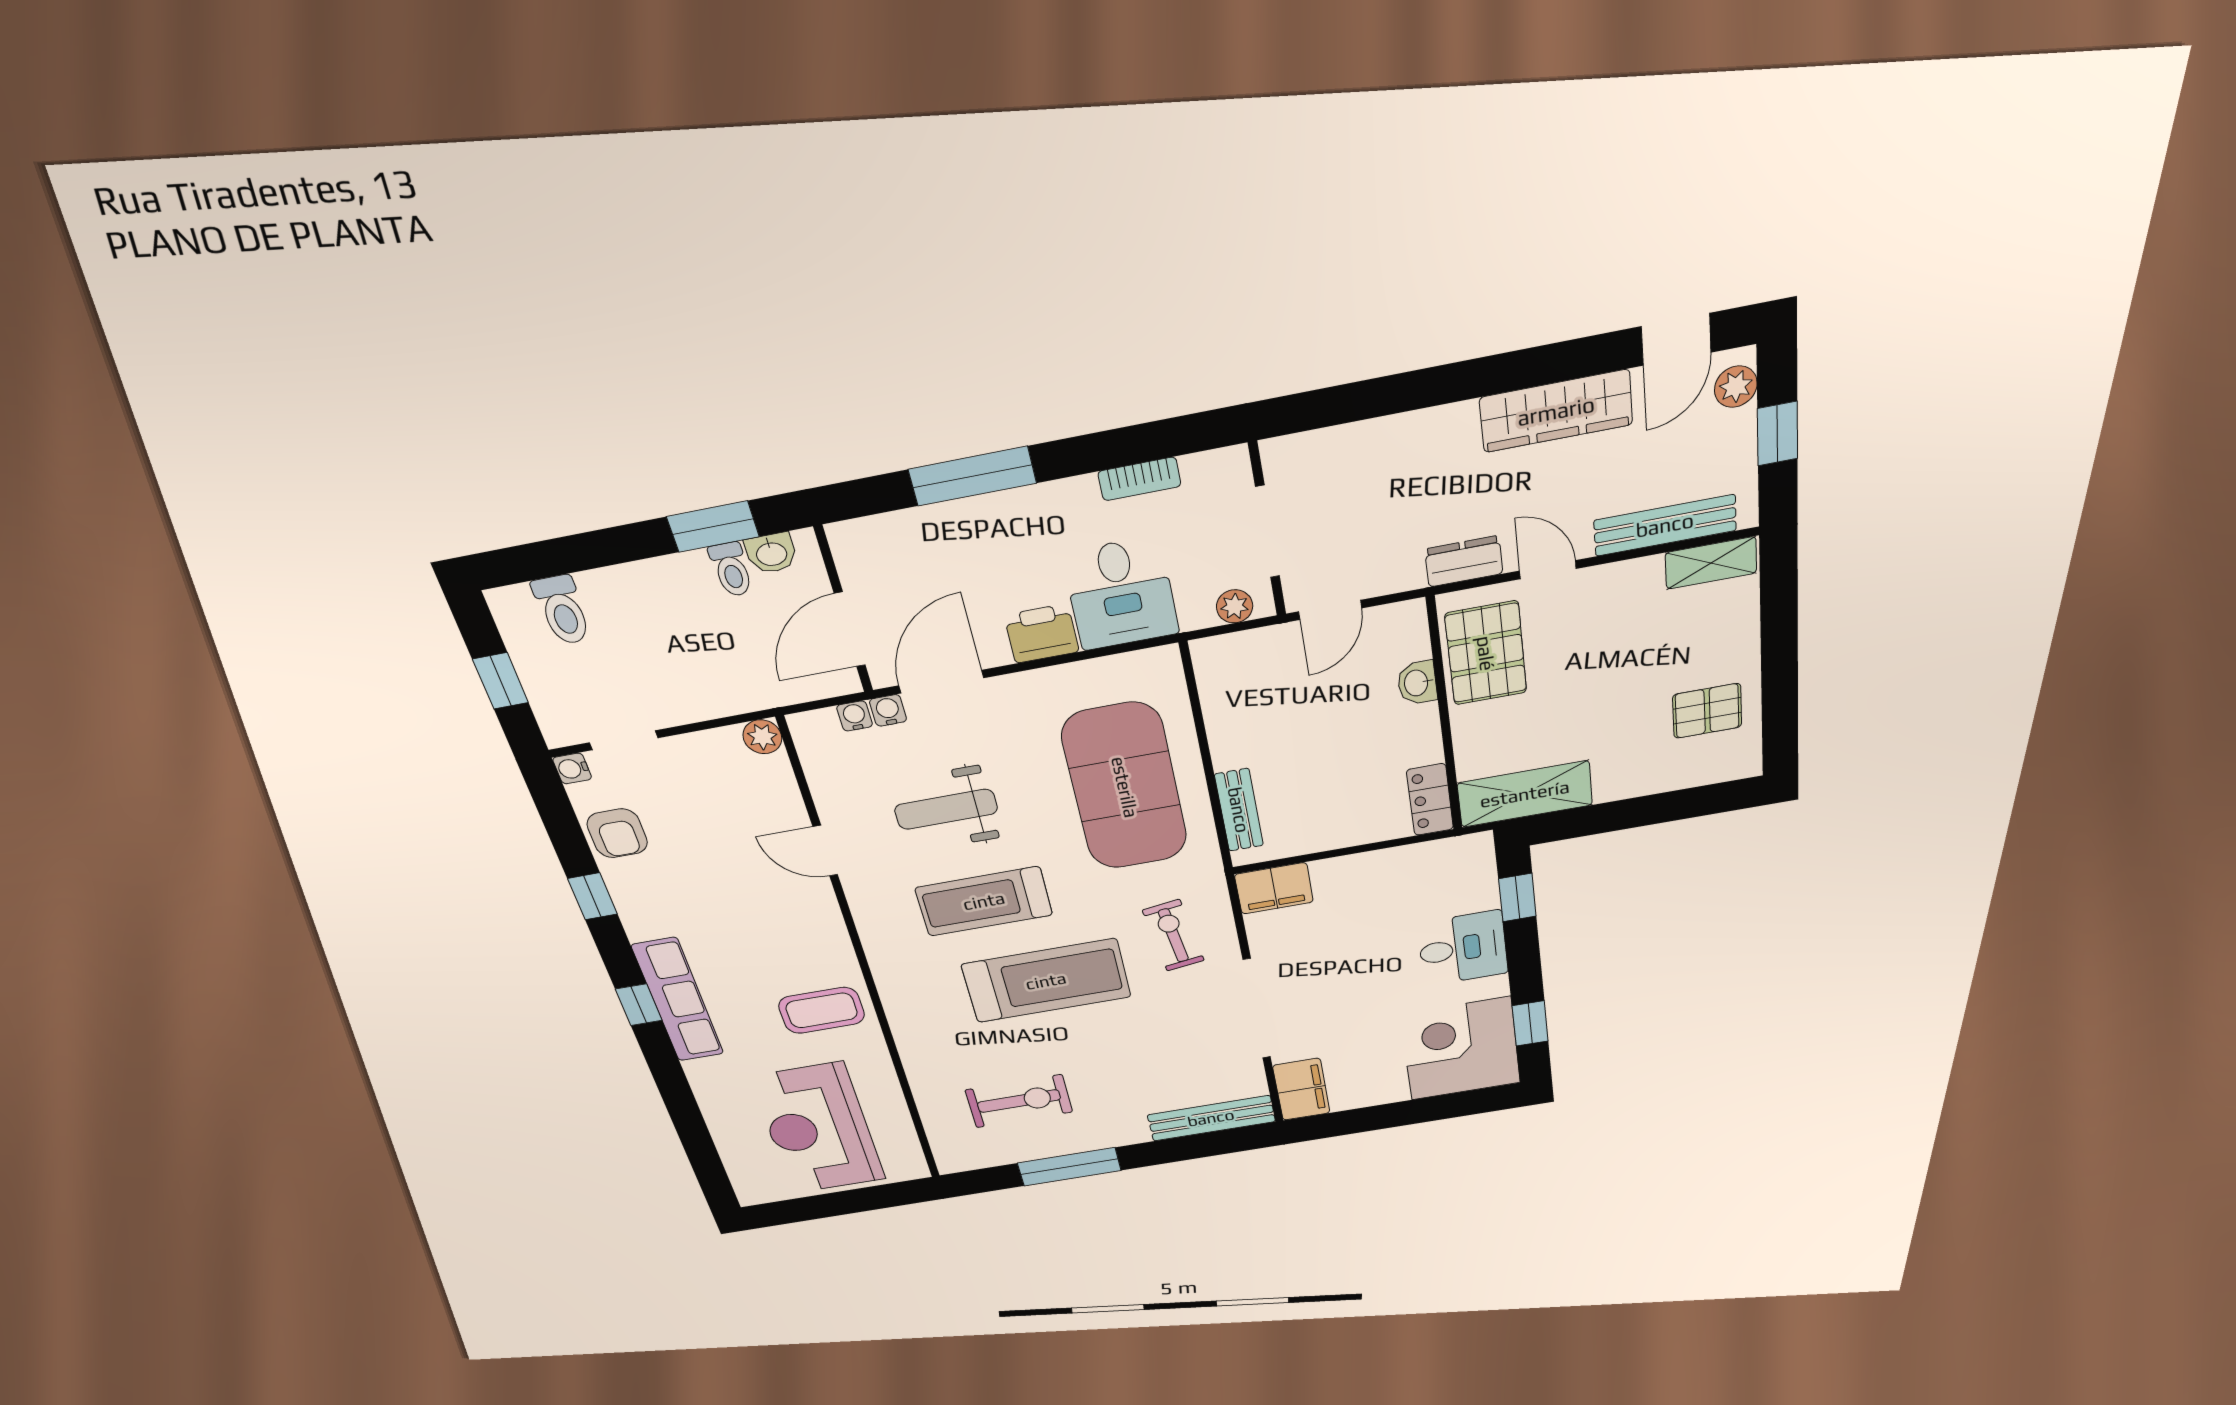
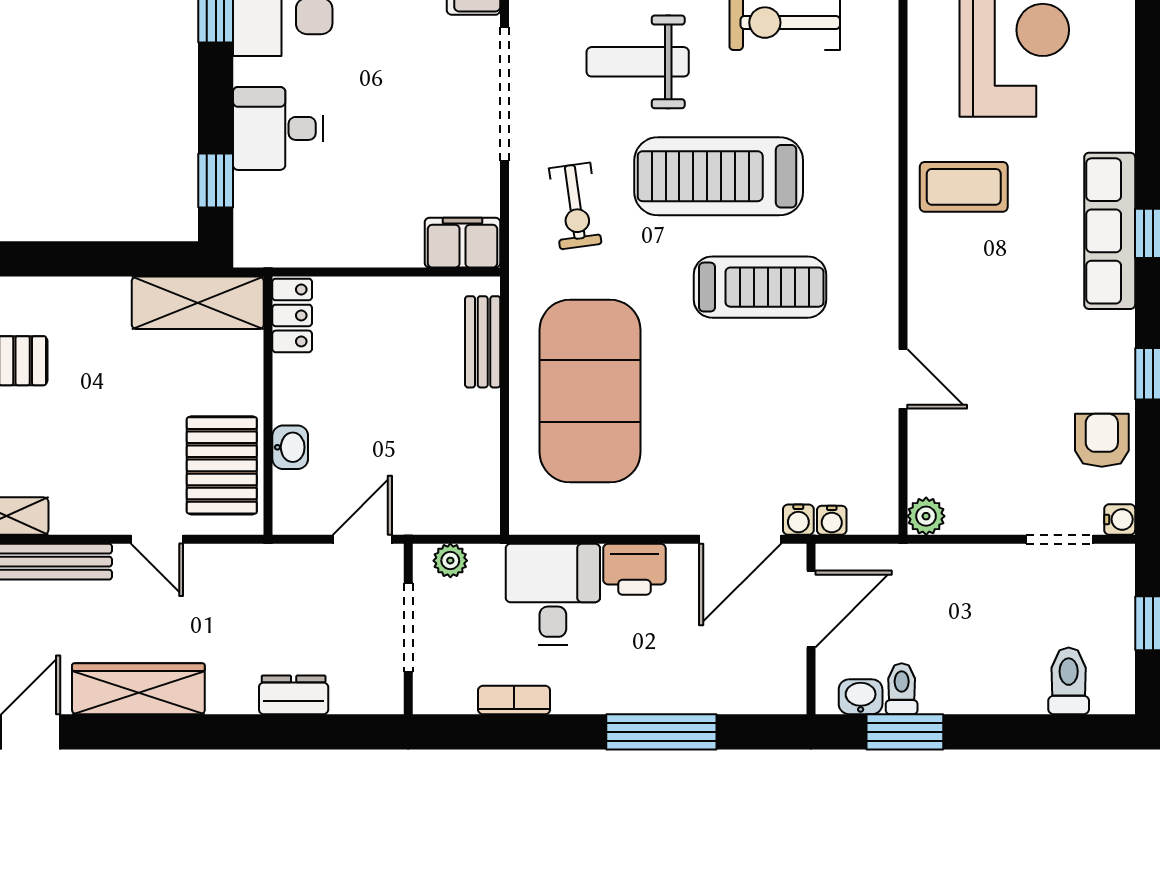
dresser: (1464, 561) -> (294, 695), moved, turned 180
weight bench: (946, 809) -> (638, 62), moved, turned 180

